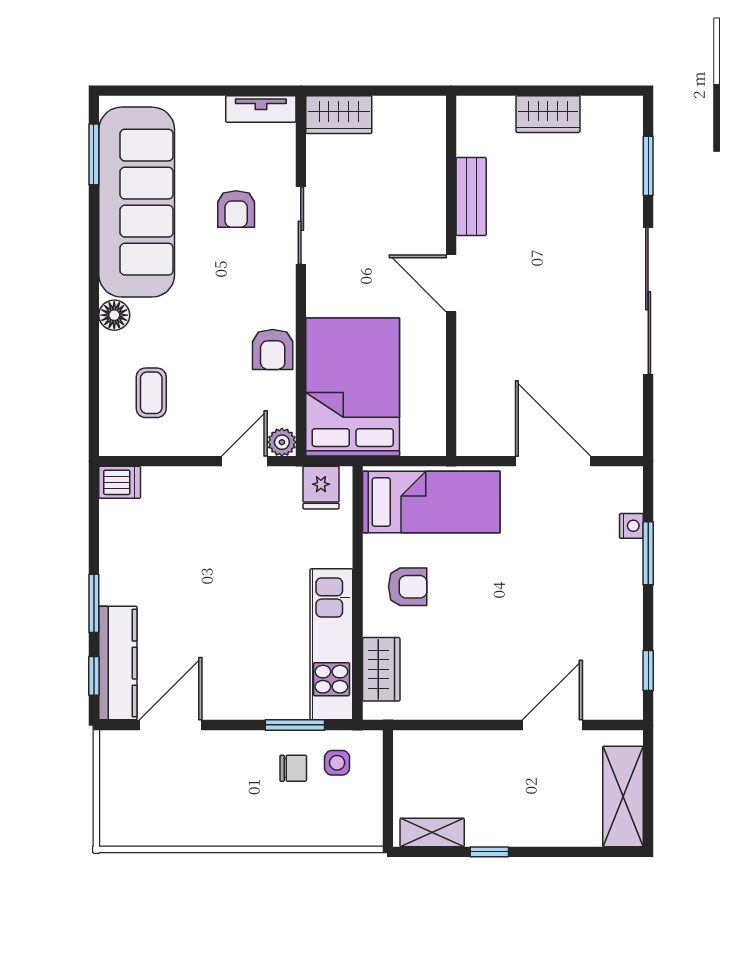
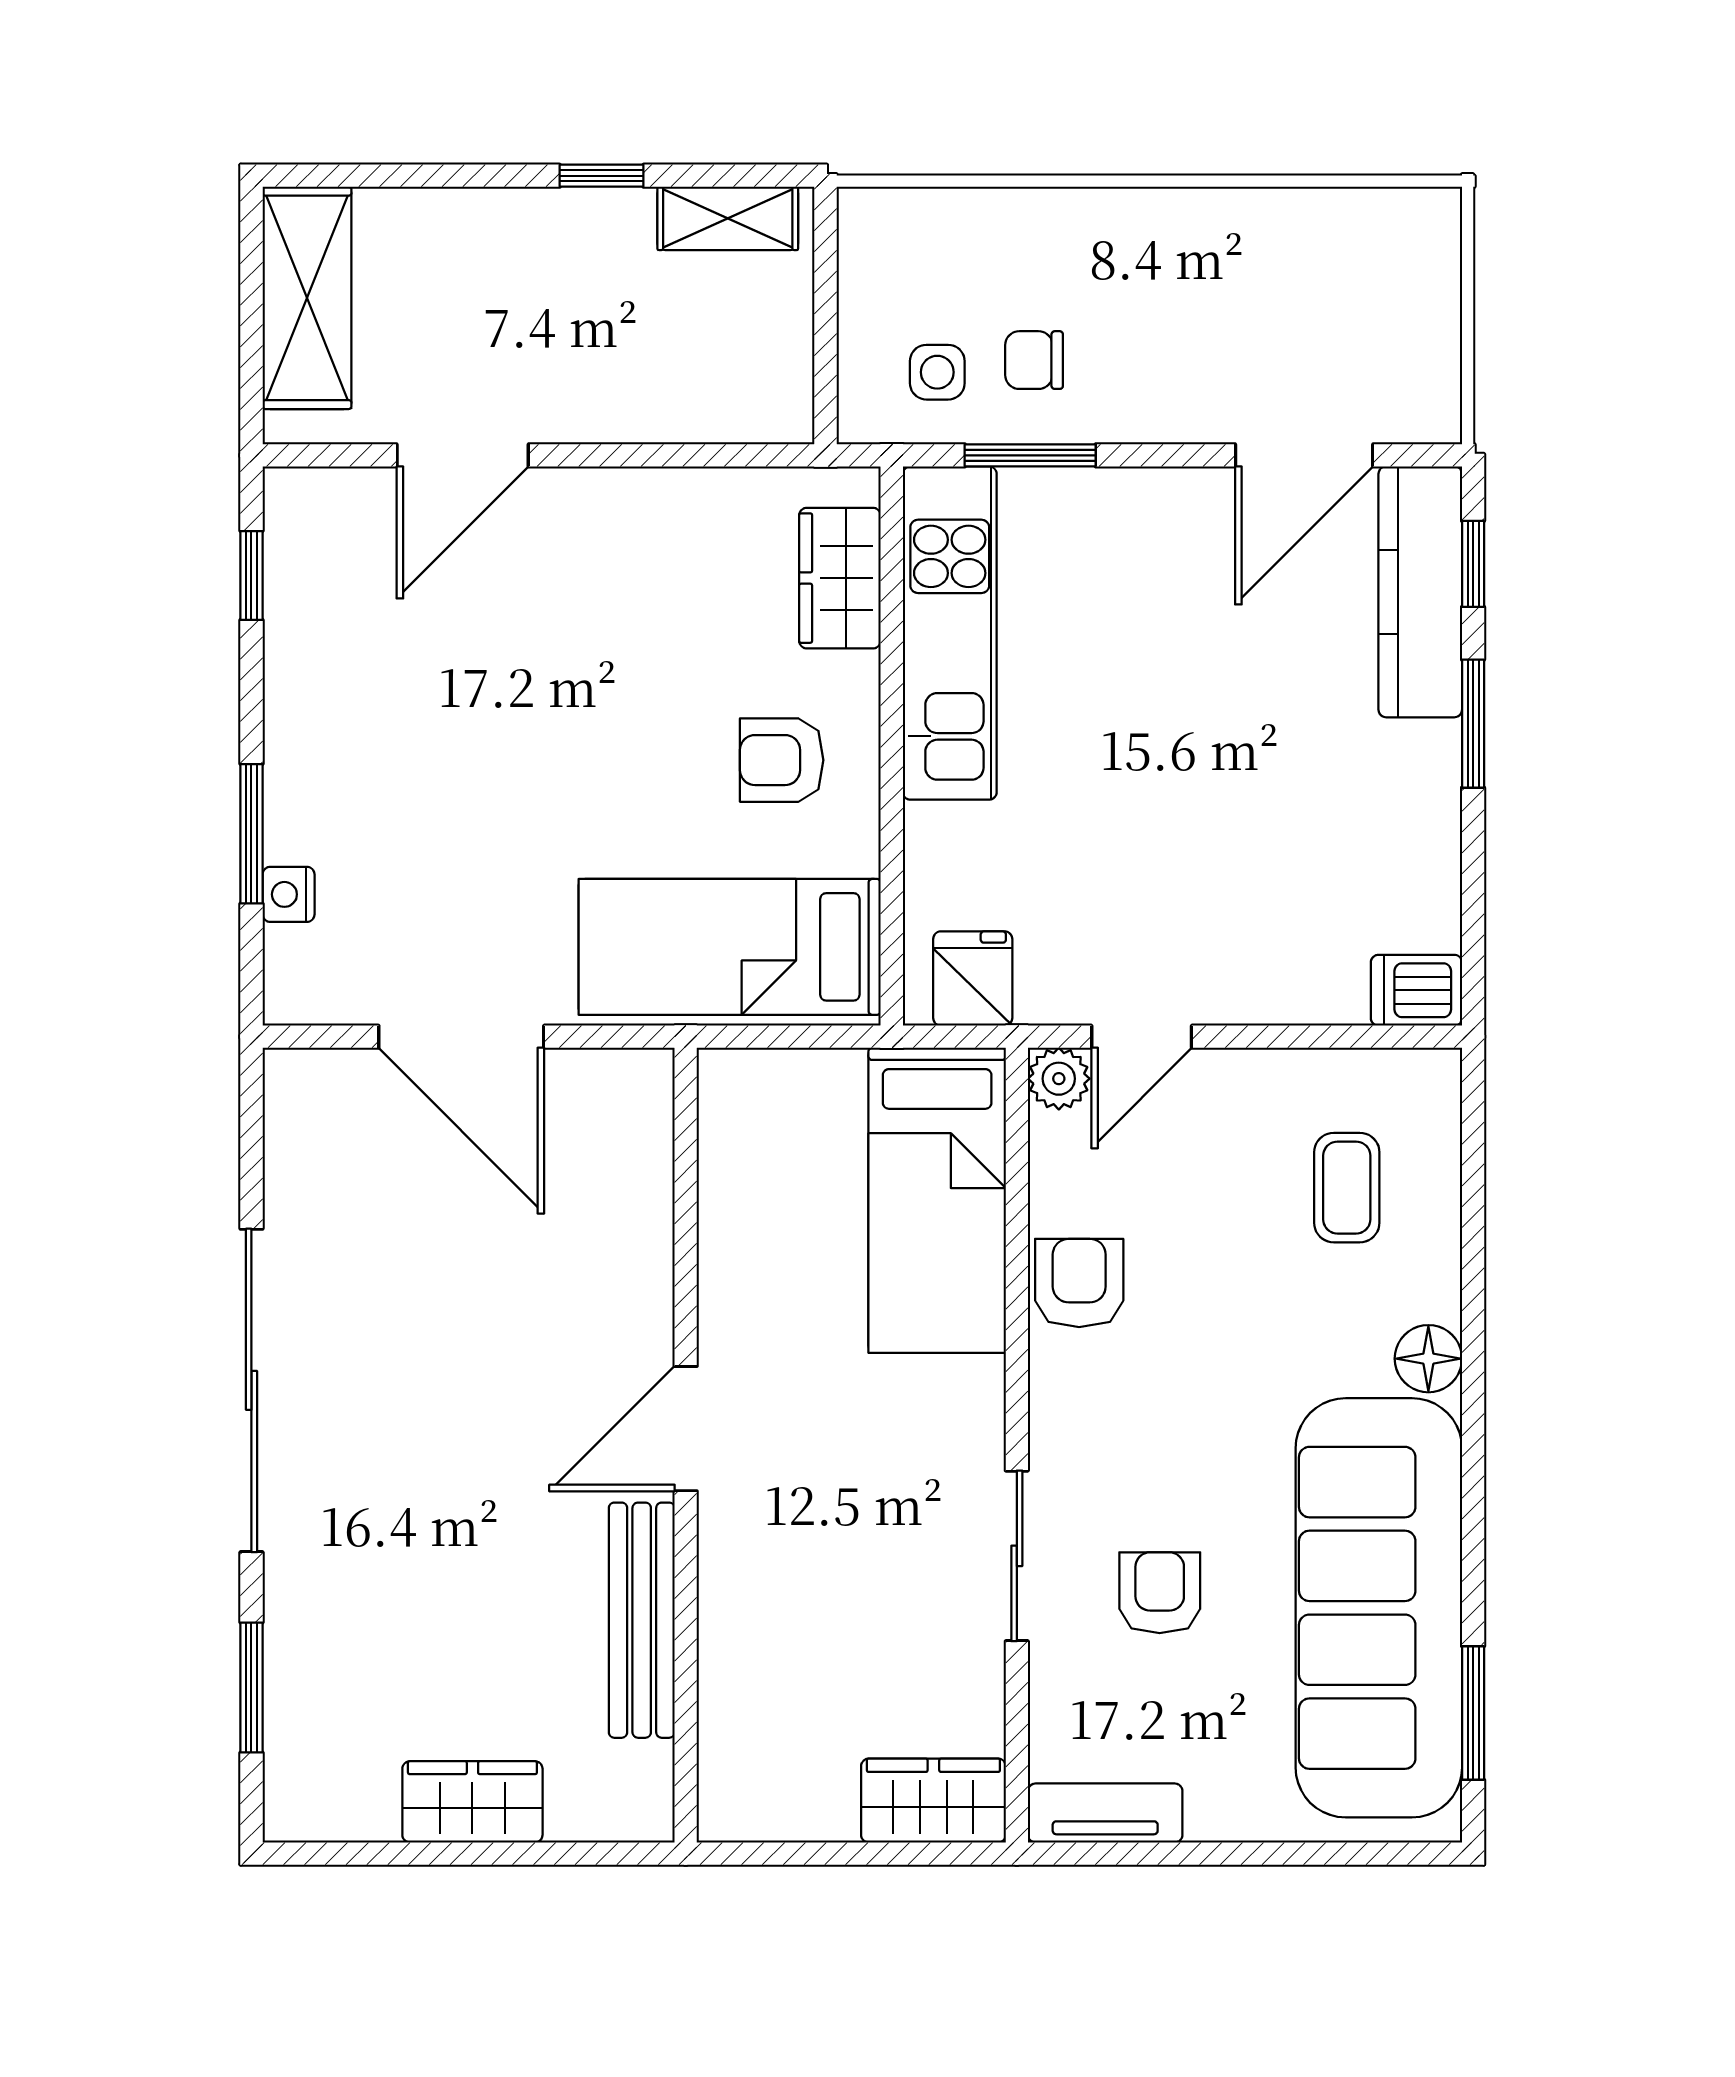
bench: (471, 197) -> (642, 1620), width x1.36
door: (451, 283) -> (686, 1429), swing flipped
bed: (353, 387) -> (937, 1200), width x0.67

